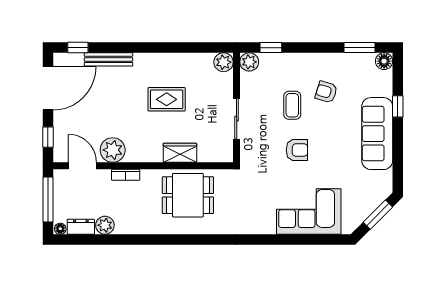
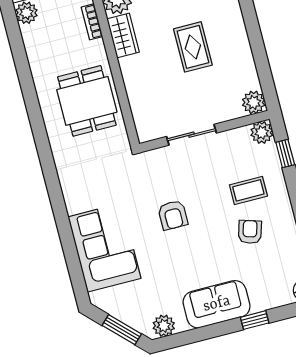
coffee table: (292, 105) -> (248, 190), moved
sofa: (377, 134) -> (217, 304), width x0.73
wardrobe: (180, 153) -> (123, 36), moved
plant: (383, 180) -> (164, 326), added

